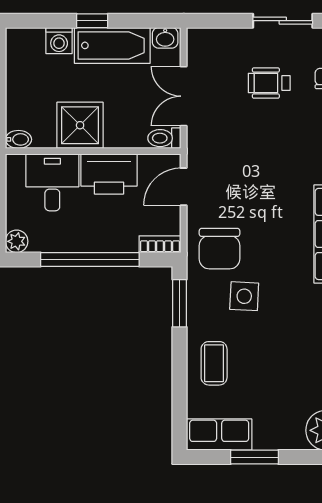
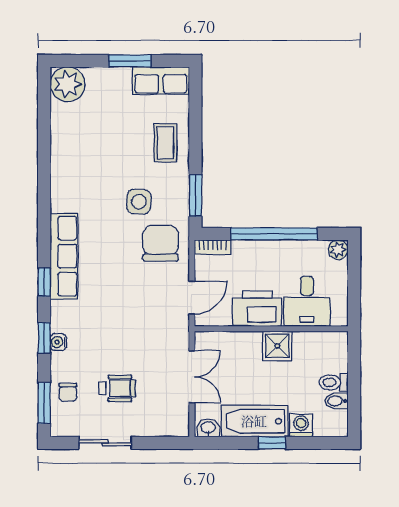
shower: (80, 125) -> (277, 346), width x0.73, depth x0.73
toilet: (164, 138) -> (334, 382), moved, turned 180
bidet: (18, 139) -> (337, 401), moved

